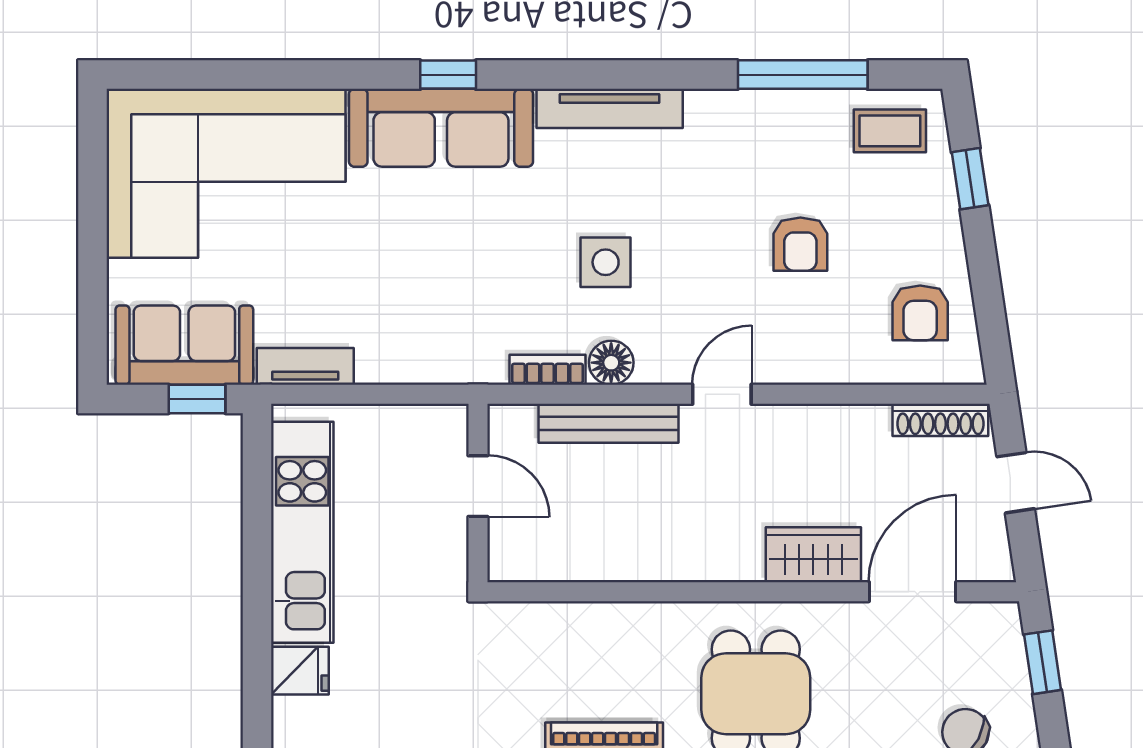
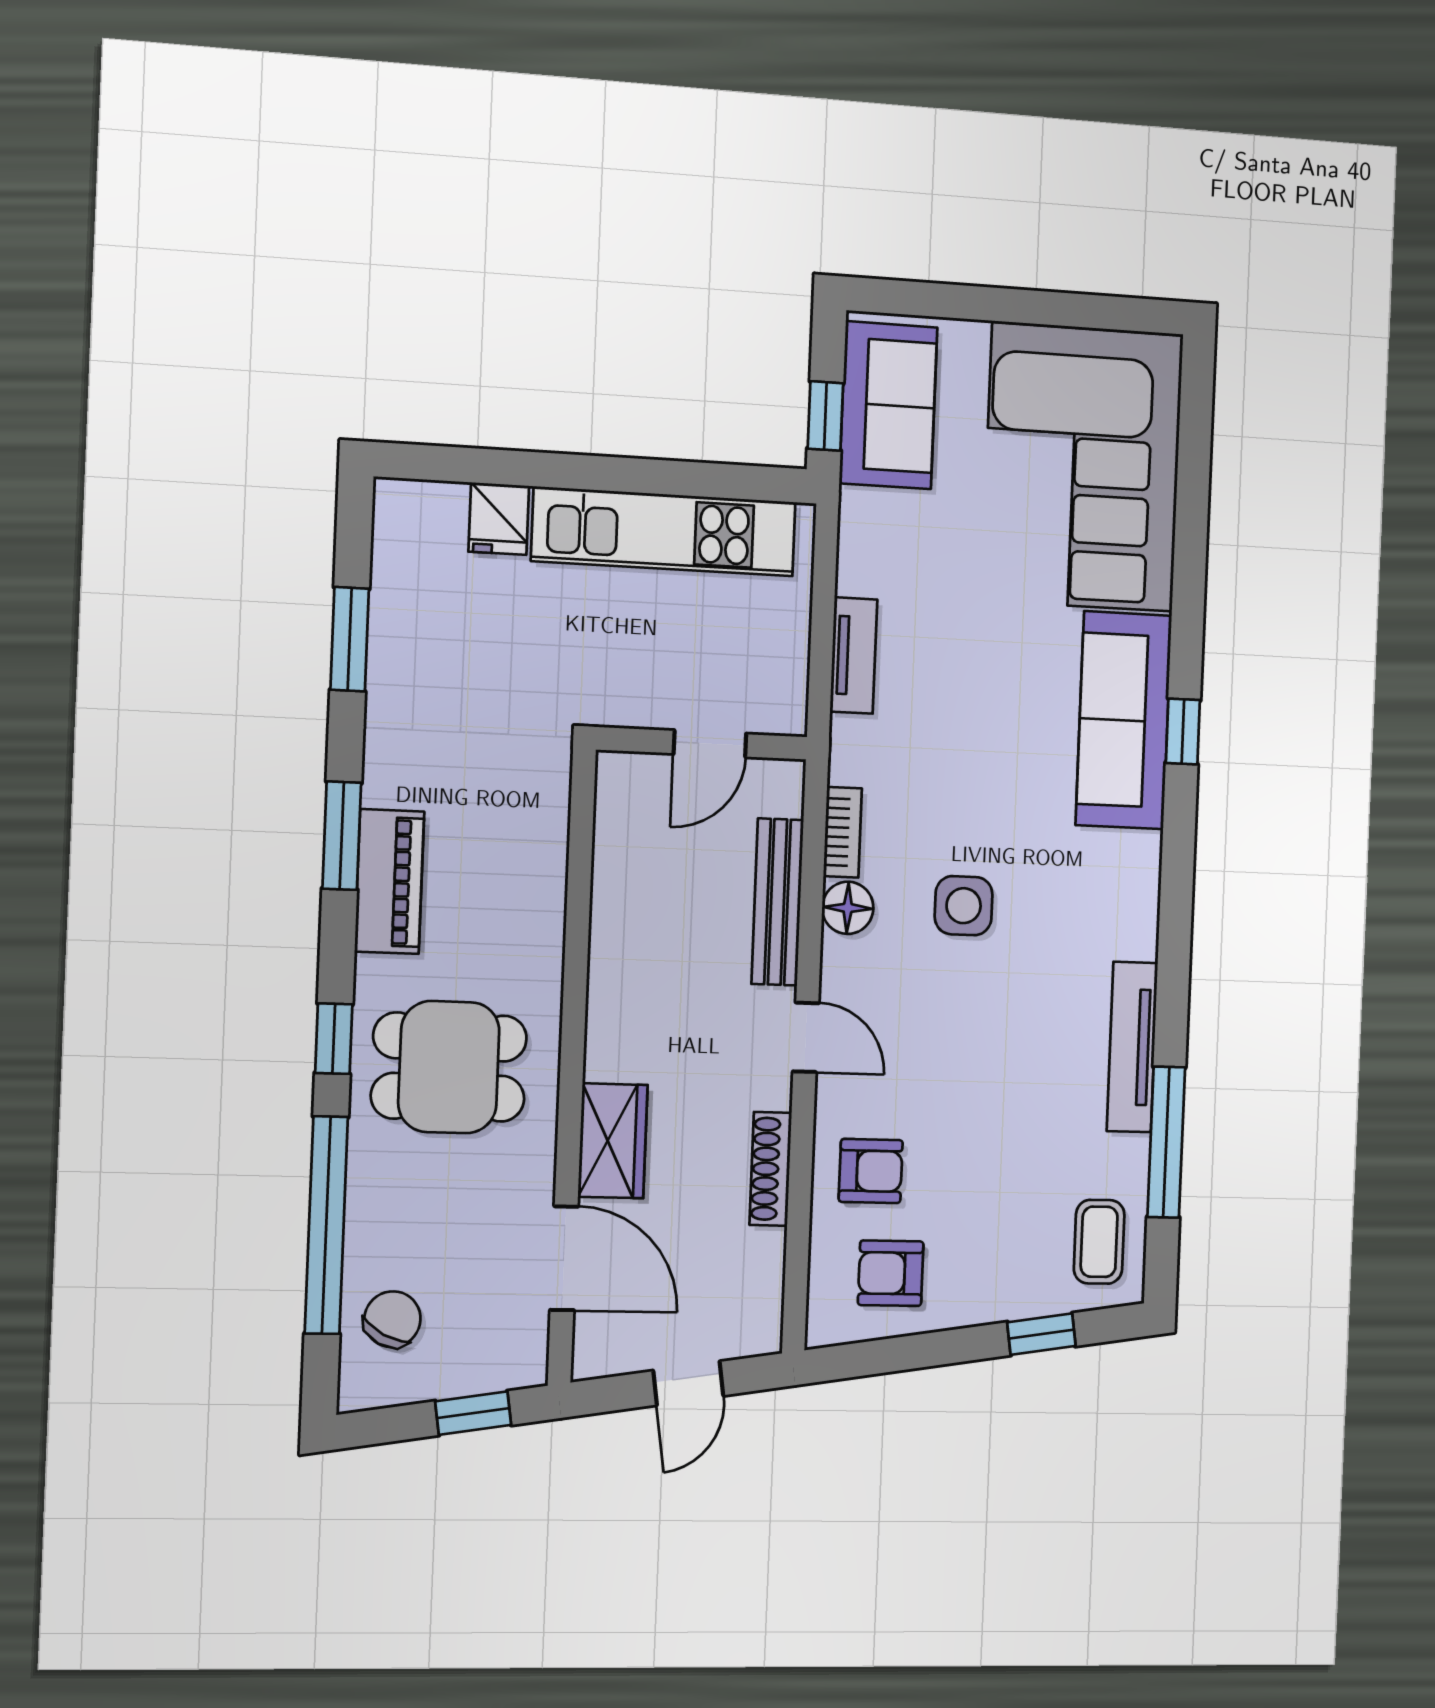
tv unit: (610, 108) -> (1132, 1047), moved
armchair: (800, 244) -> (871, 1171), moved, turned 180
tv unit: (305, 366) -> (854, 656), moved
shoe rack: (940, 420) -> (771, 1169), moved

